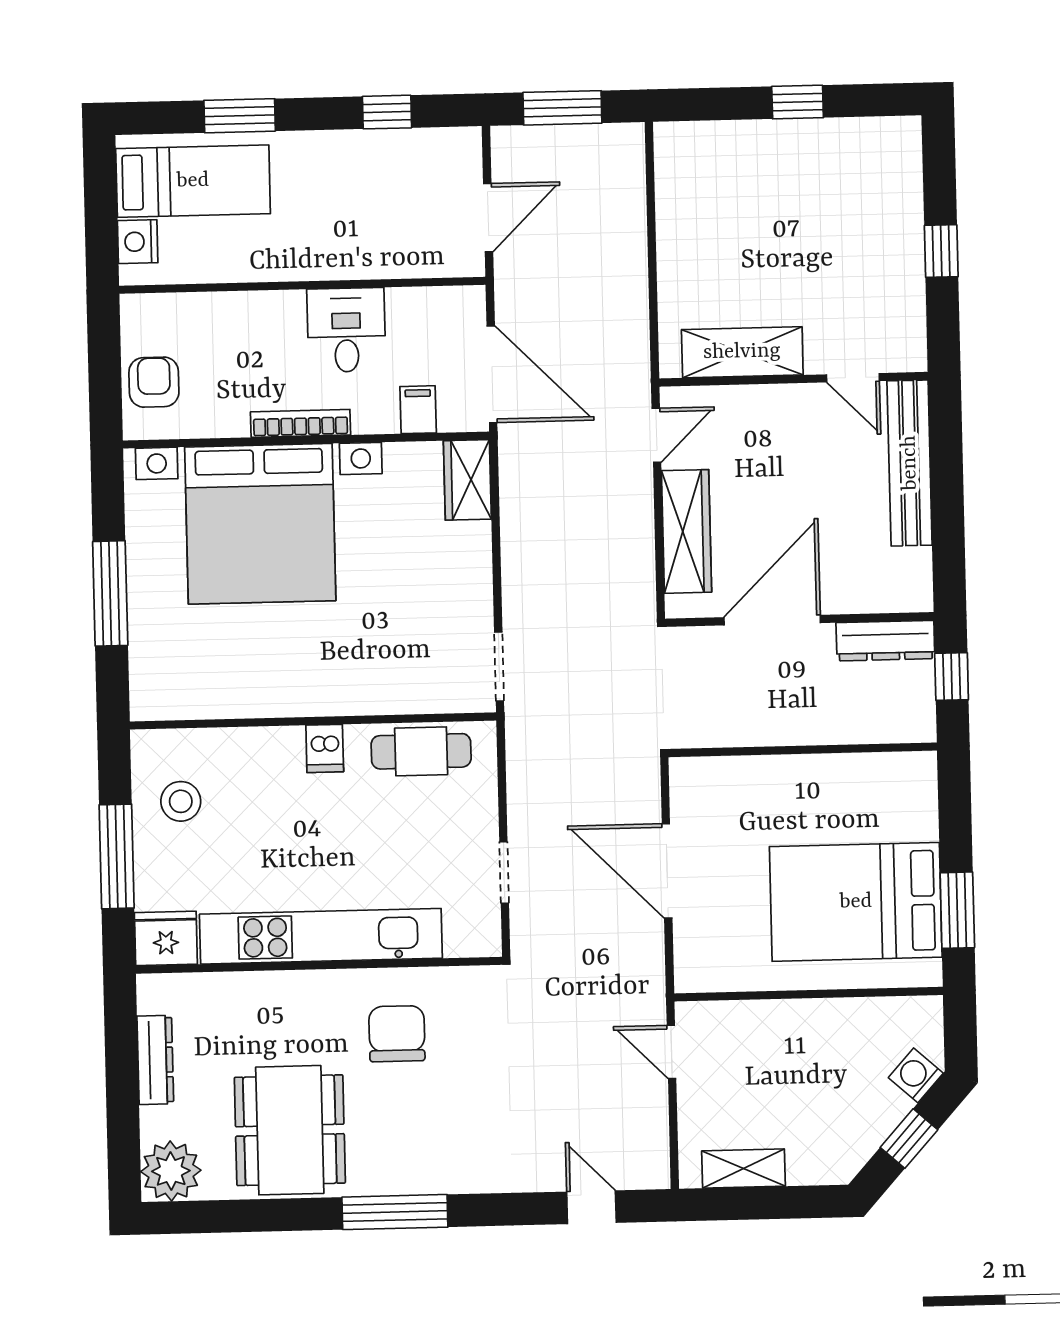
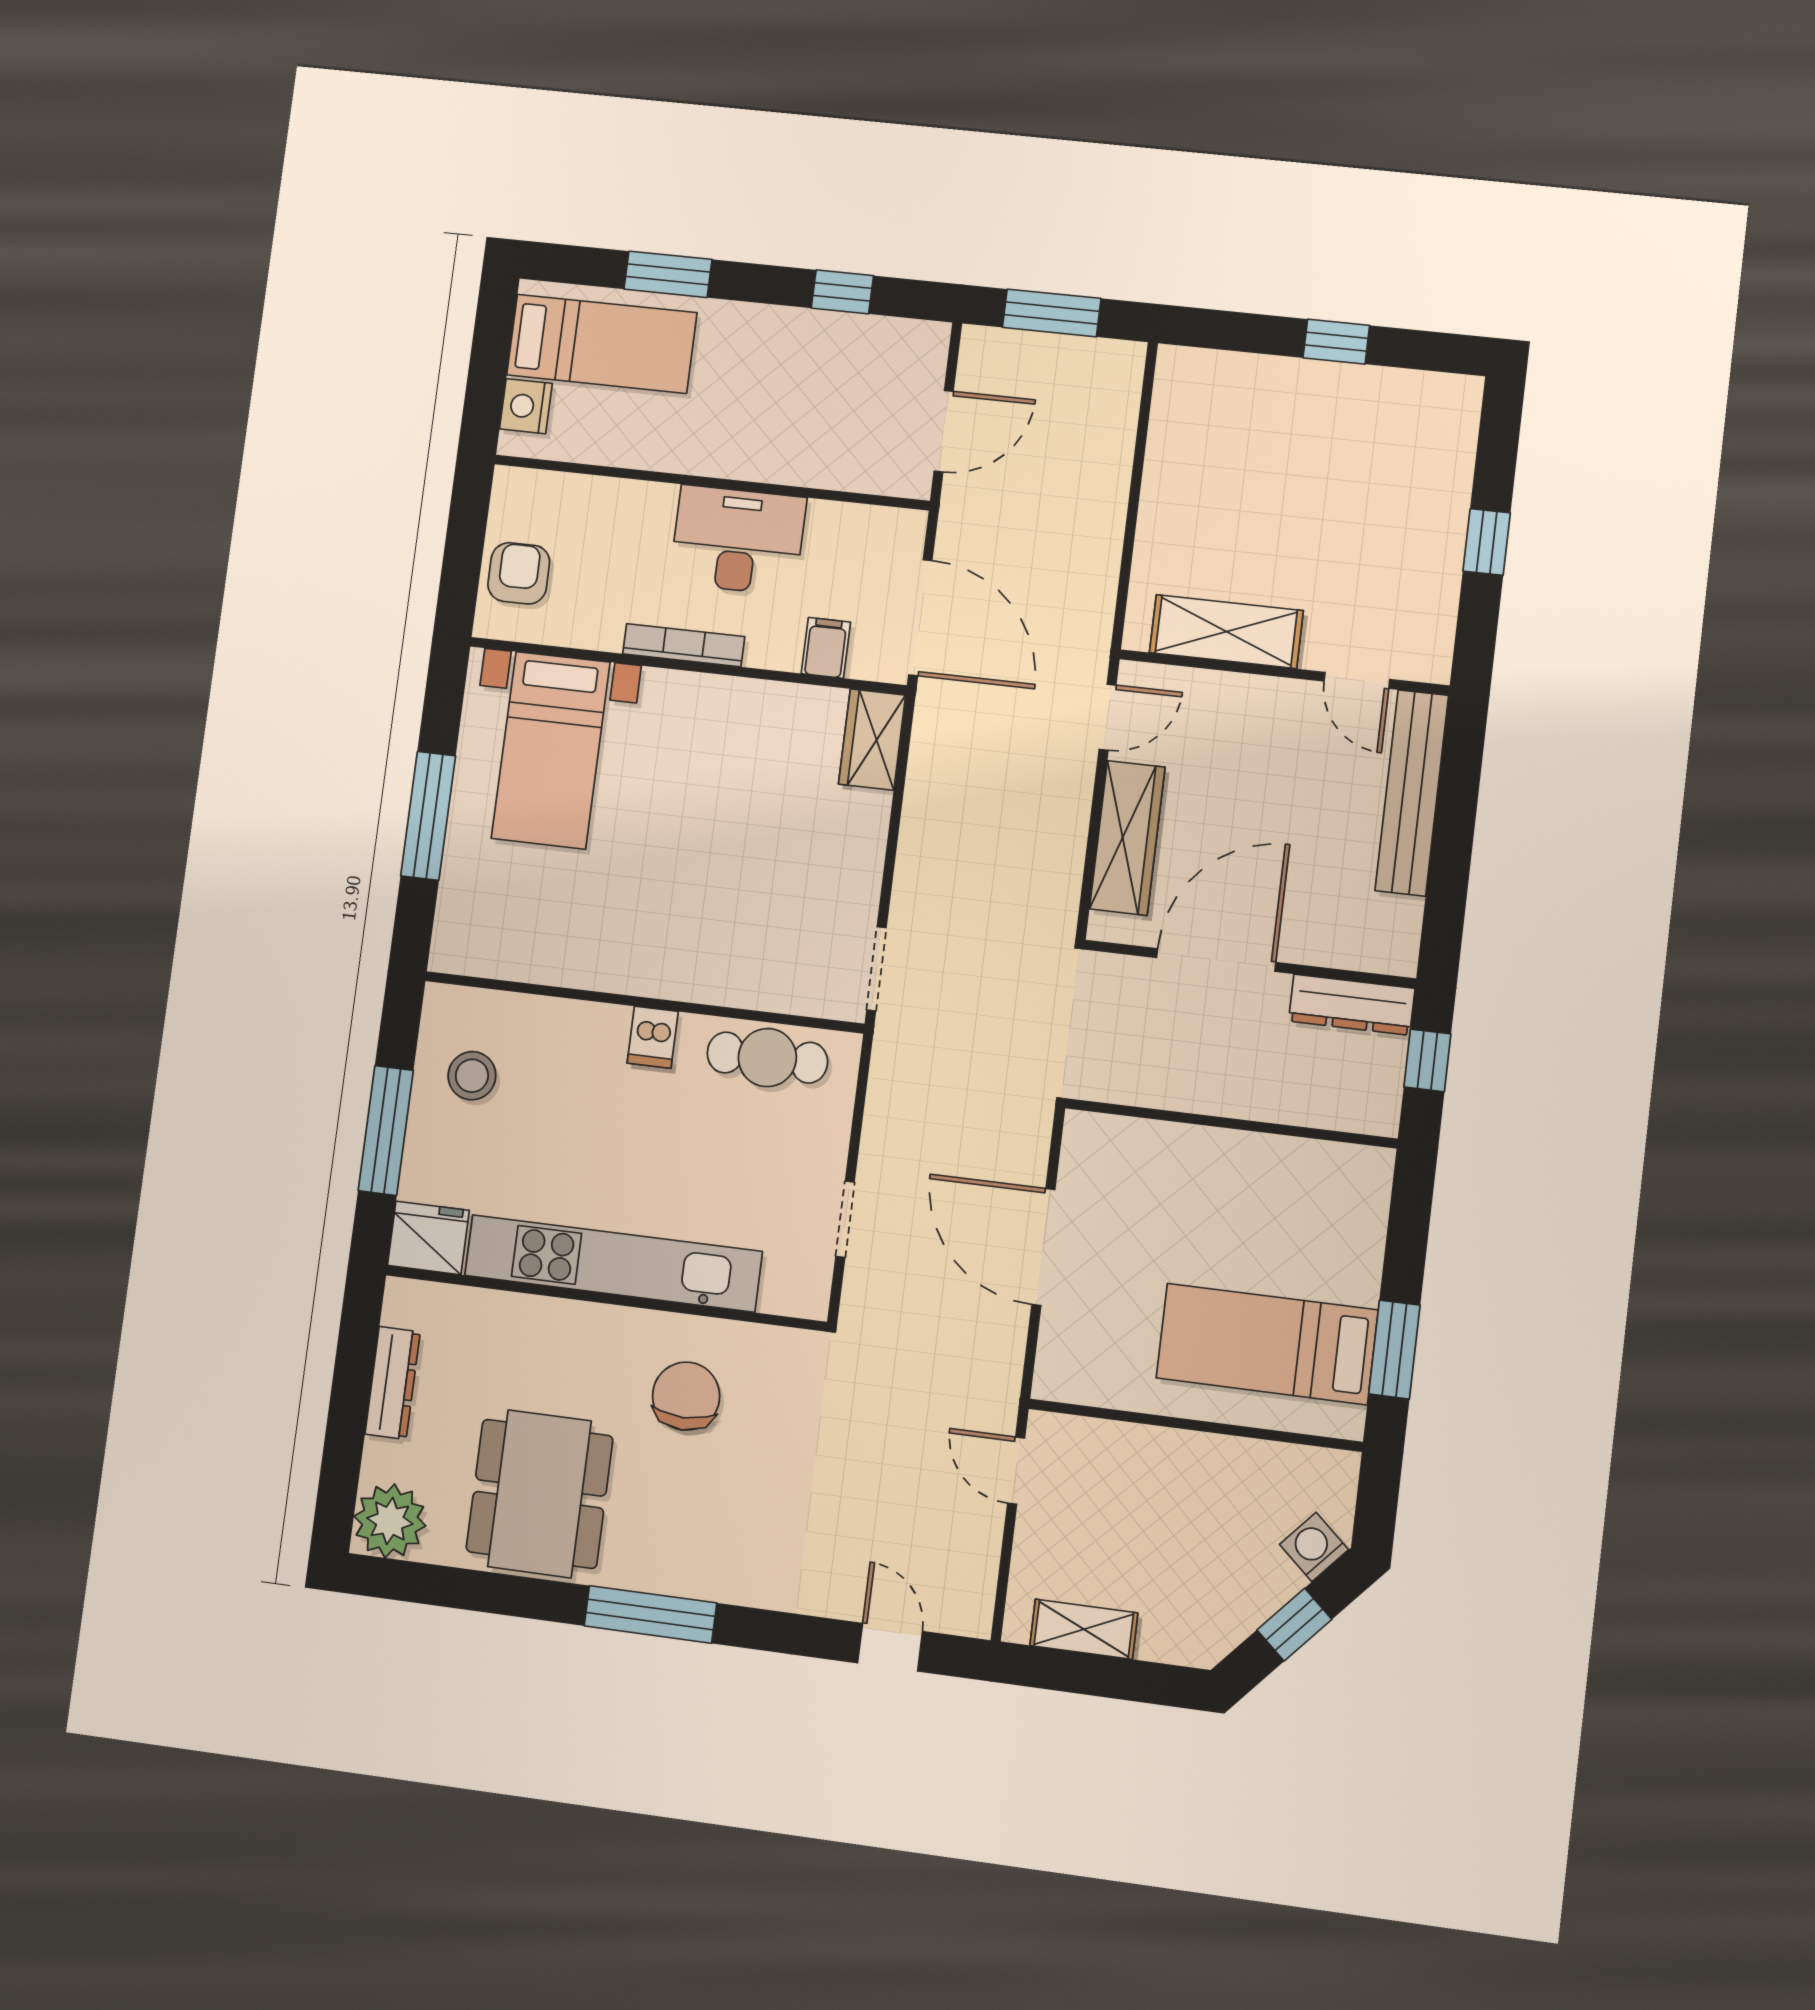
desk: (346, 330) -> (738, 540), width x1.37
bed with nightstands: (260, 524) -> (551, 750), width x0.54
bed: (856, 902) -> (1267, 1344), width x0.67

